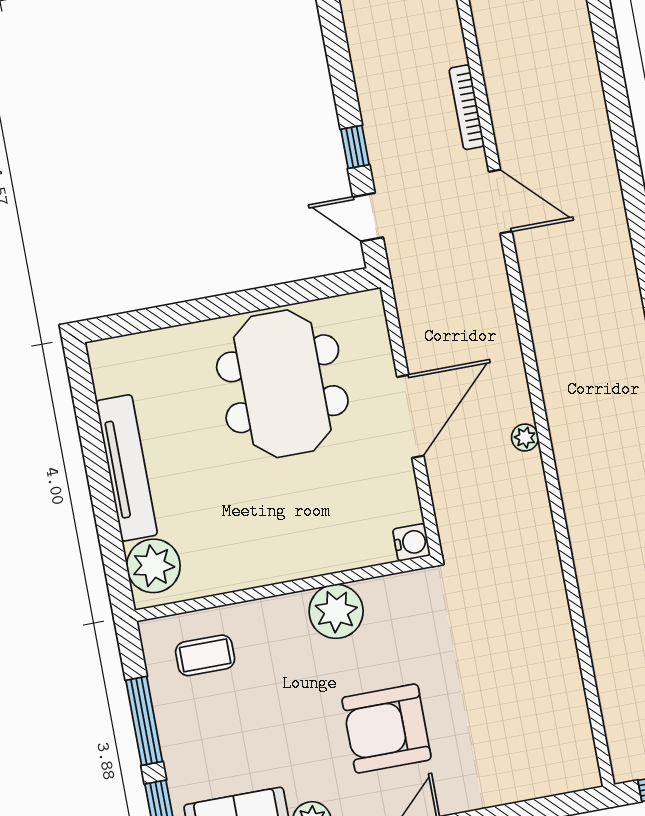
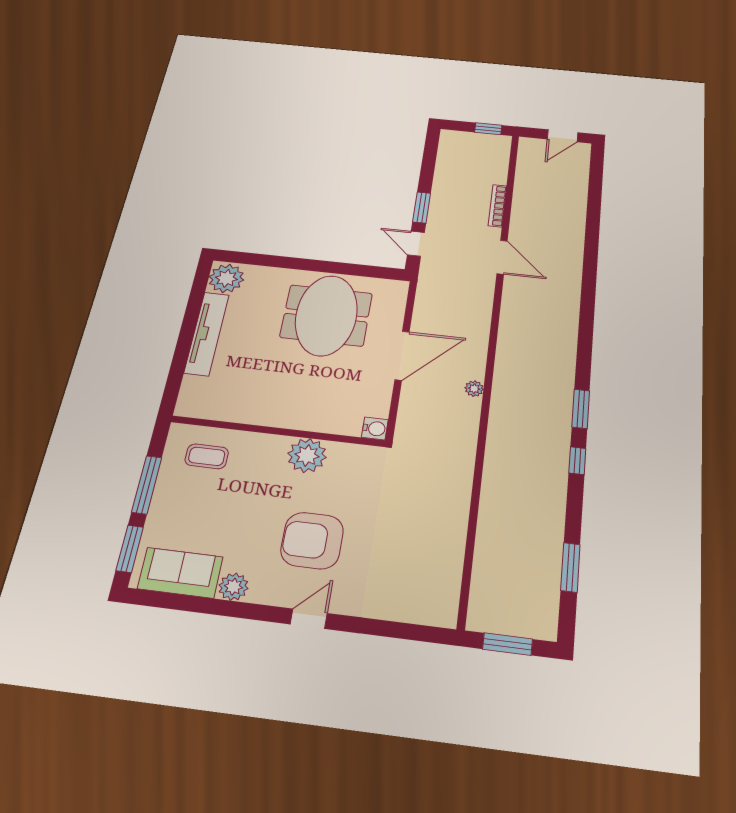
window: (355, 147) -> (422, 207), width x1.50
plant: (153, 566) -> (226, 278), moved

